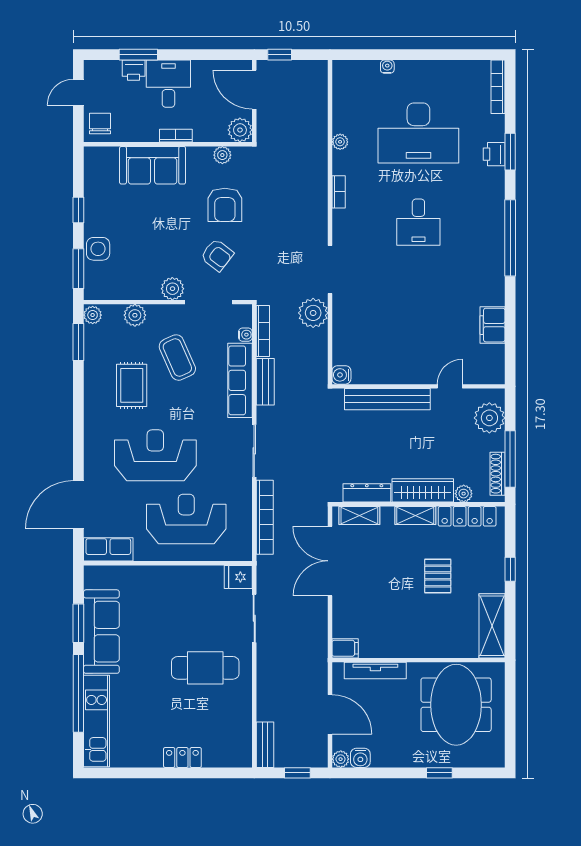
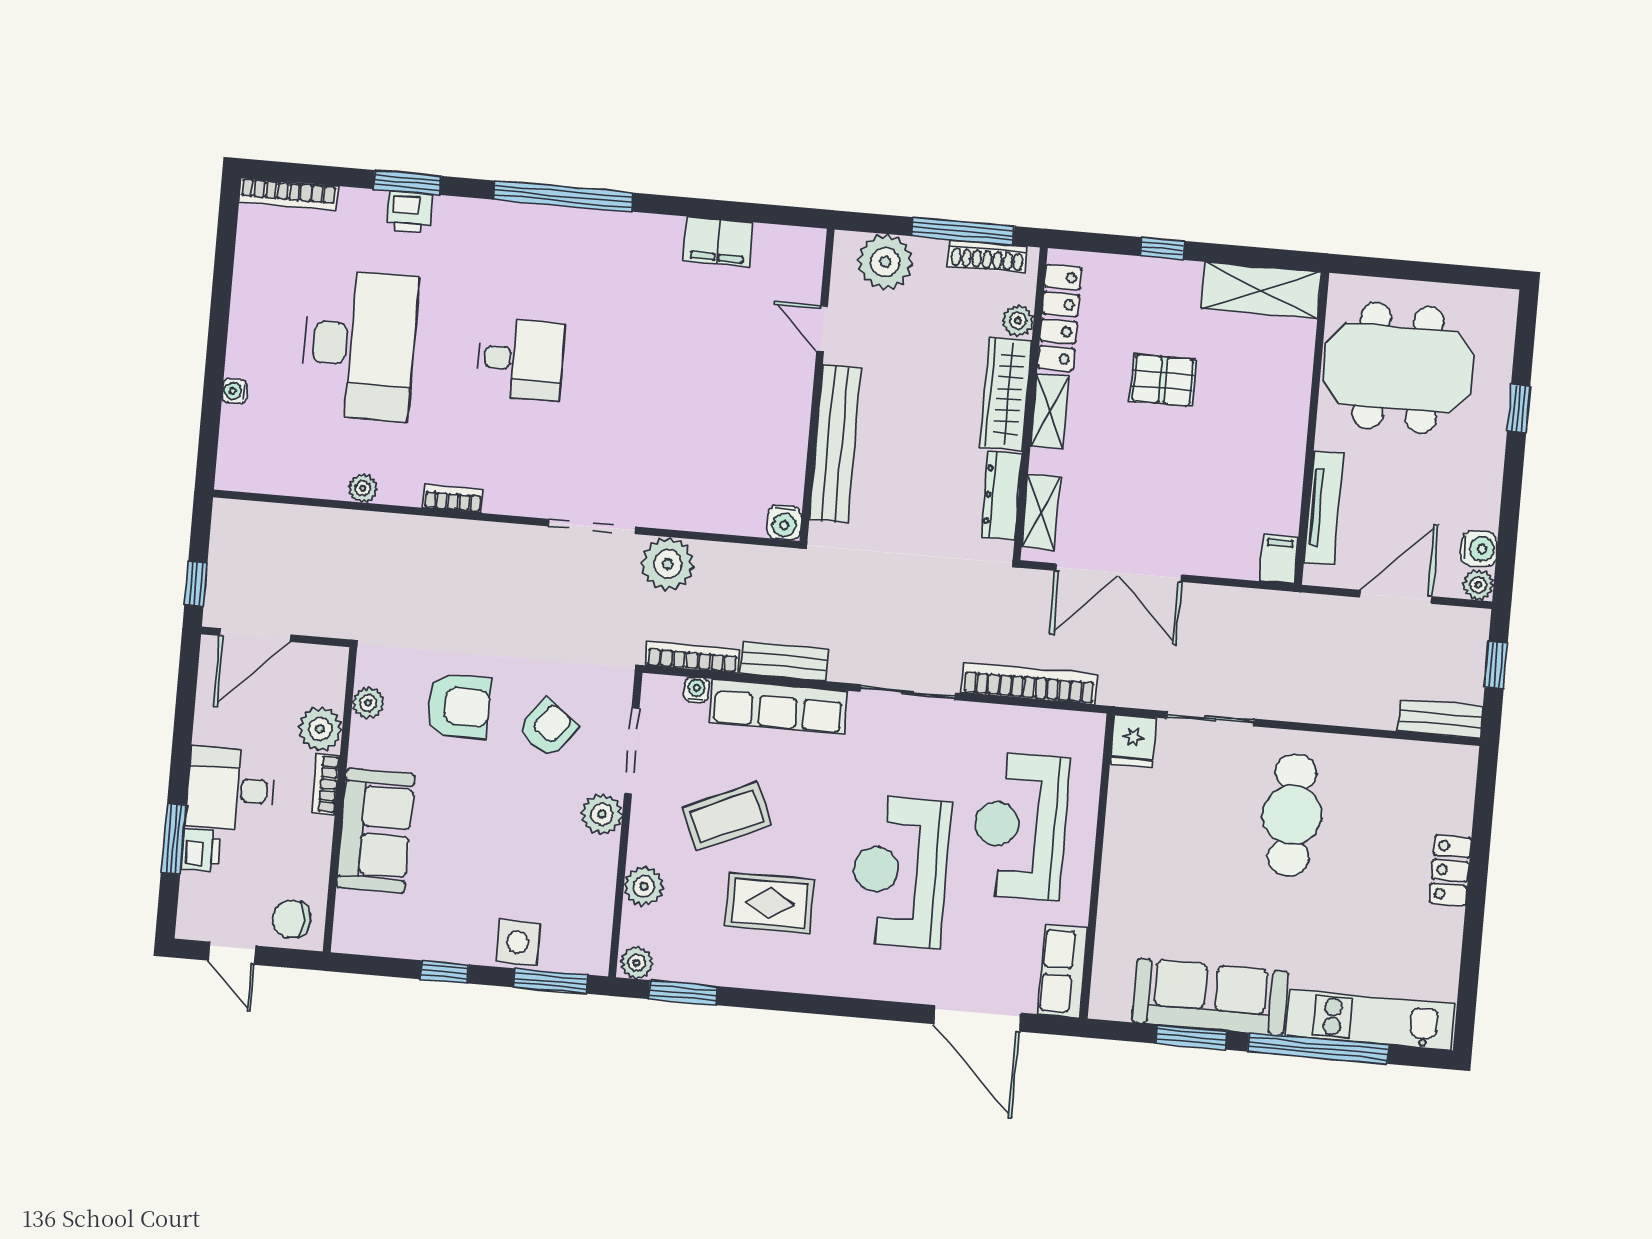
plant: (240, 130) -> (320, 729), moved

